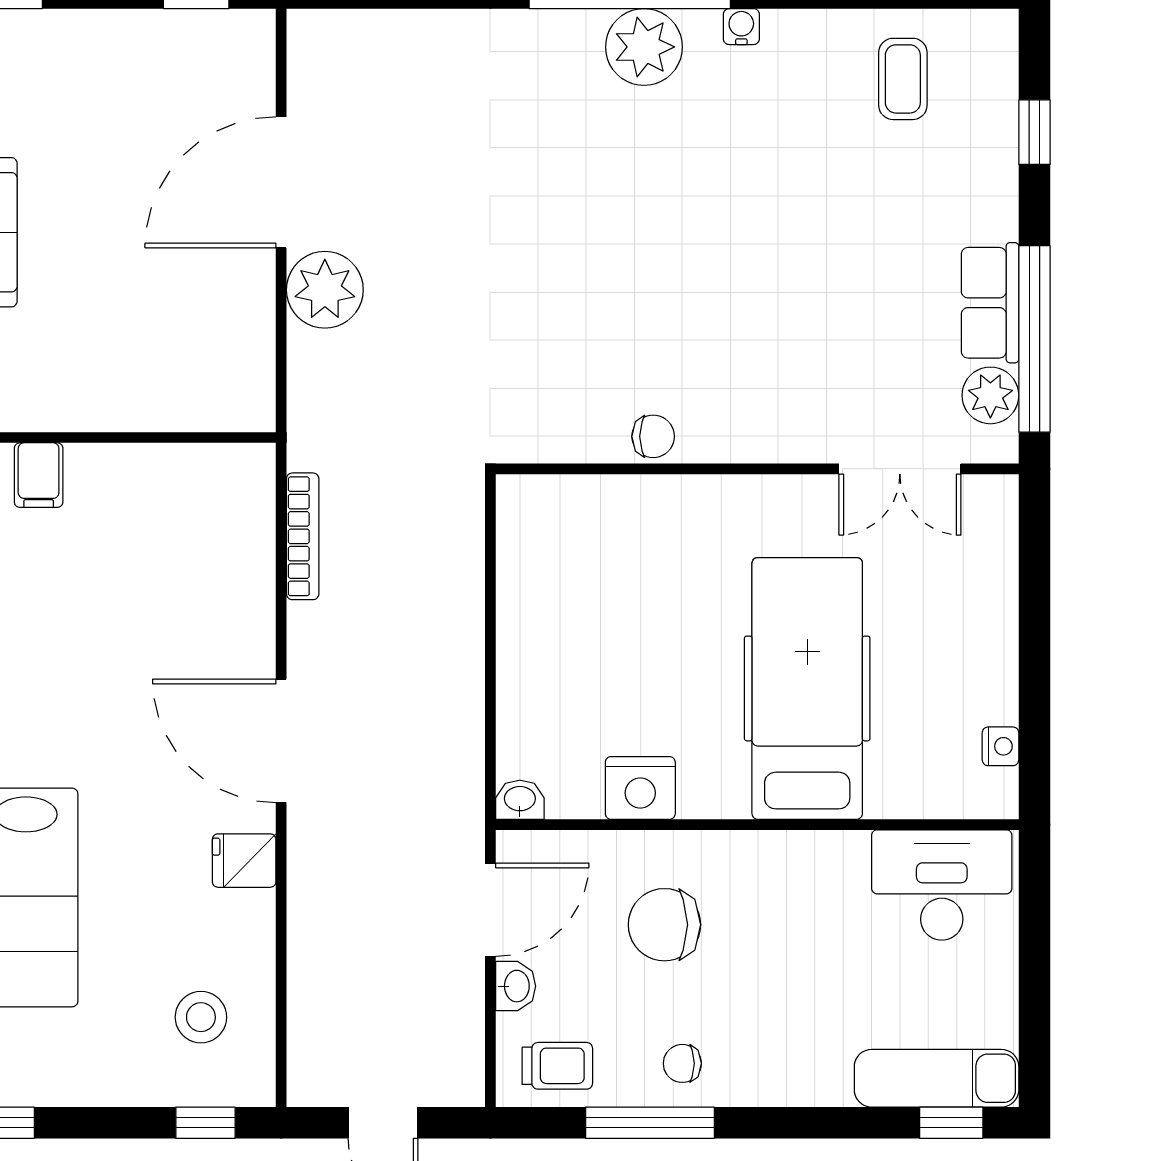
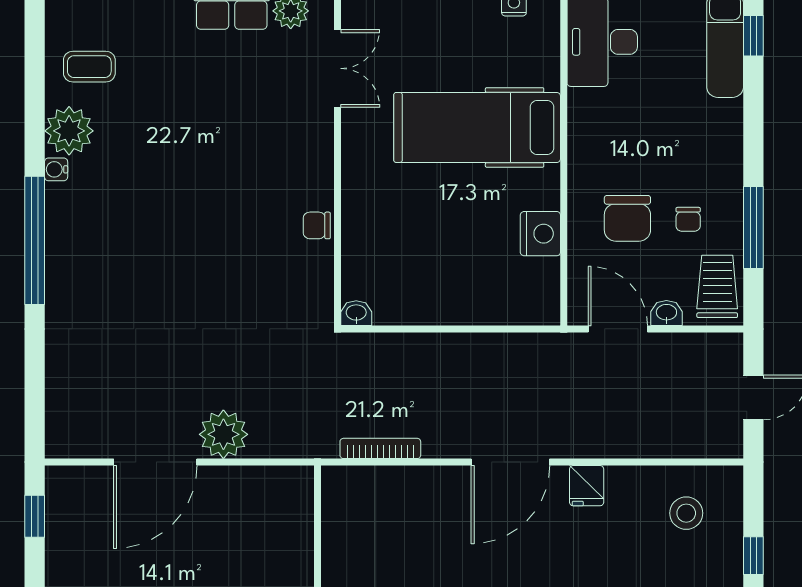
plant: (644, 47) -> (69, 131), moved
door: (281, 182) -> (155, 462), hinge flipped
chair: (653, 436) -> (317, 225), turned -90
washbasin: (520, 800) -> (356, 313), moved, turned 90
chair: (682, 1063) -> (688, 219), moved
trolley: (557, 1066) -> (717, 286), width x1.36, depth x1.39
window: (205, 1123) -> (753, 556), moved

